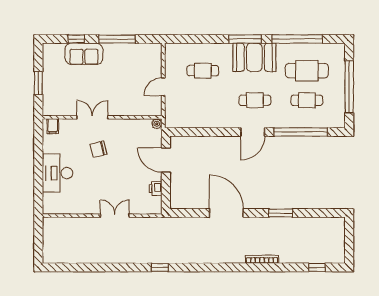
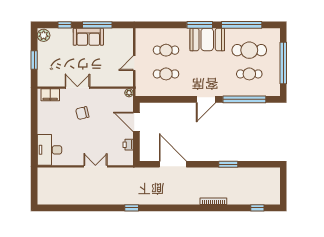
plant: (50, 52) -> (44, 35), added
sofa: (84, 54) -> (88, 37), moved
cafe table: (255, 100) -> (166, 74), moved
filing cabinet: (53, 126) -> (50, 95), width x2.00
desk: (57, 173) -> (49, 150), moved
door: (226, 213) -> (173, 164), moved

